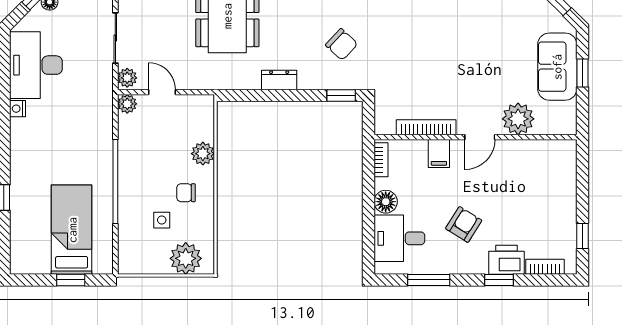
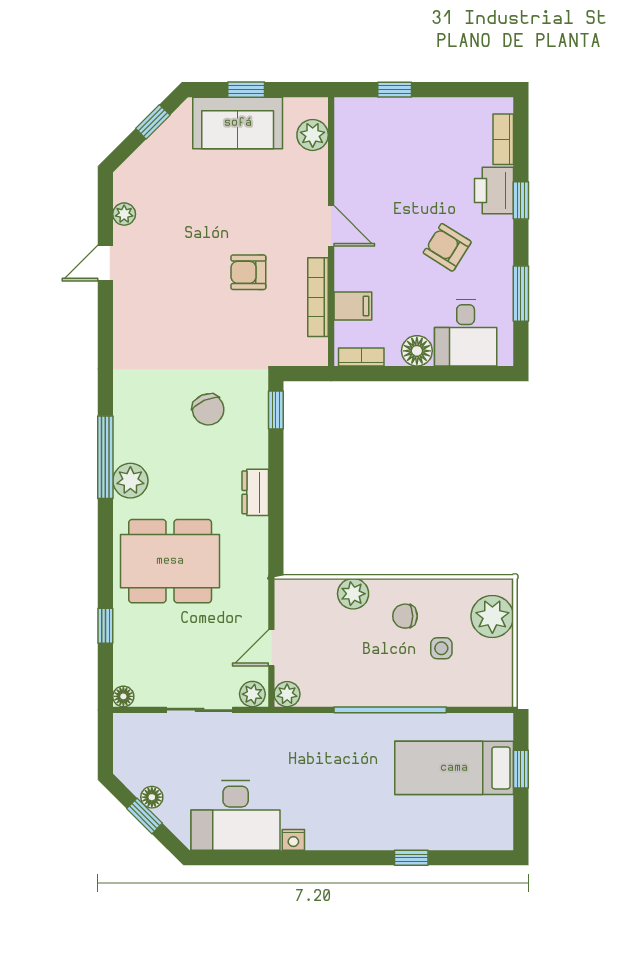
chair: (342, 44) -> (208, 409), turned 113
armchair: (445, 75) -> (248, 272), added
plant: (518, 119) -> (313, 135), moved, width x0.73, depth x0.73
filing cabinet: (439, 153) -> (353, 306), moved
chair: (186, 193) -> (405, 616), turned 90
window: (582, 236) -> (395, 90), moved

